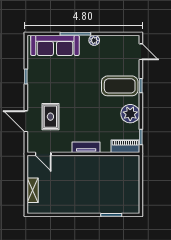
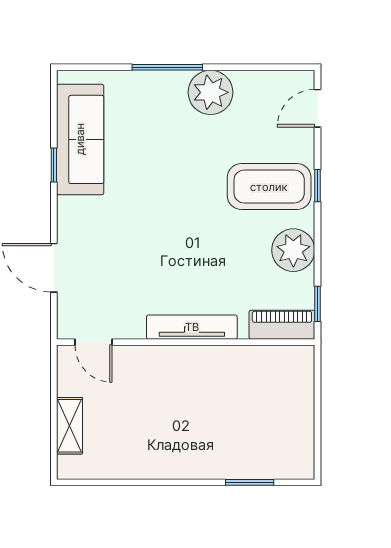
plant: (94, 40) -> (210, 92), width x1.88, depth x1.88
sofa: (55, 45) -> (80, 139), moved, turned -90
door: (141, 52) -> (318, 108), swing flipped
rug: (50, 117) -> (110, 257), removed
tv unit: (86, 147) -> (192, 327), width x1.41

